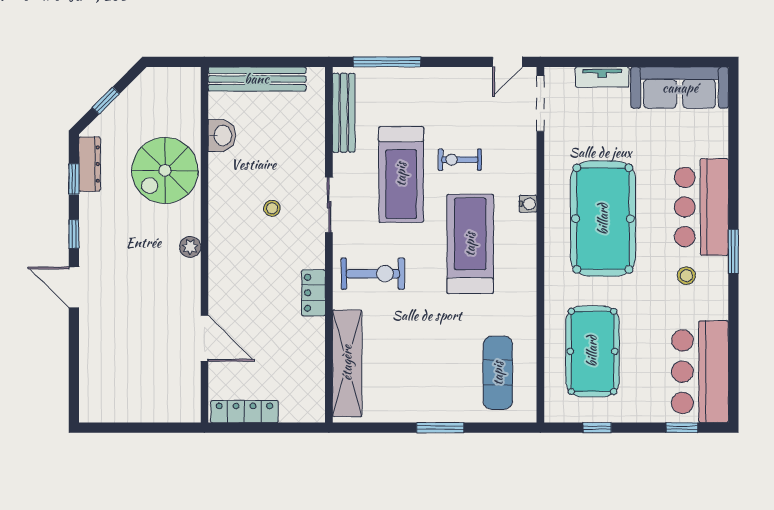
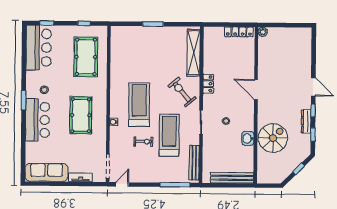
washbasin: (222, 136) -> (248, 138), moved
dresser: (89, 164) -> (306, 121), moved
pool table: (603, 219) -> (81, 115), width x0.73, depth x0.76
treadmill: (470, 244) -> (139, 105), turned 180
plant: (190, 247) -> (263, 32), moved
exercise bike: (373, 274) -> (182, 92), turned 49
door: (204, 338) -> (256, 89), moved
exercise mat: (498, 373) -> (127, 48), removed

